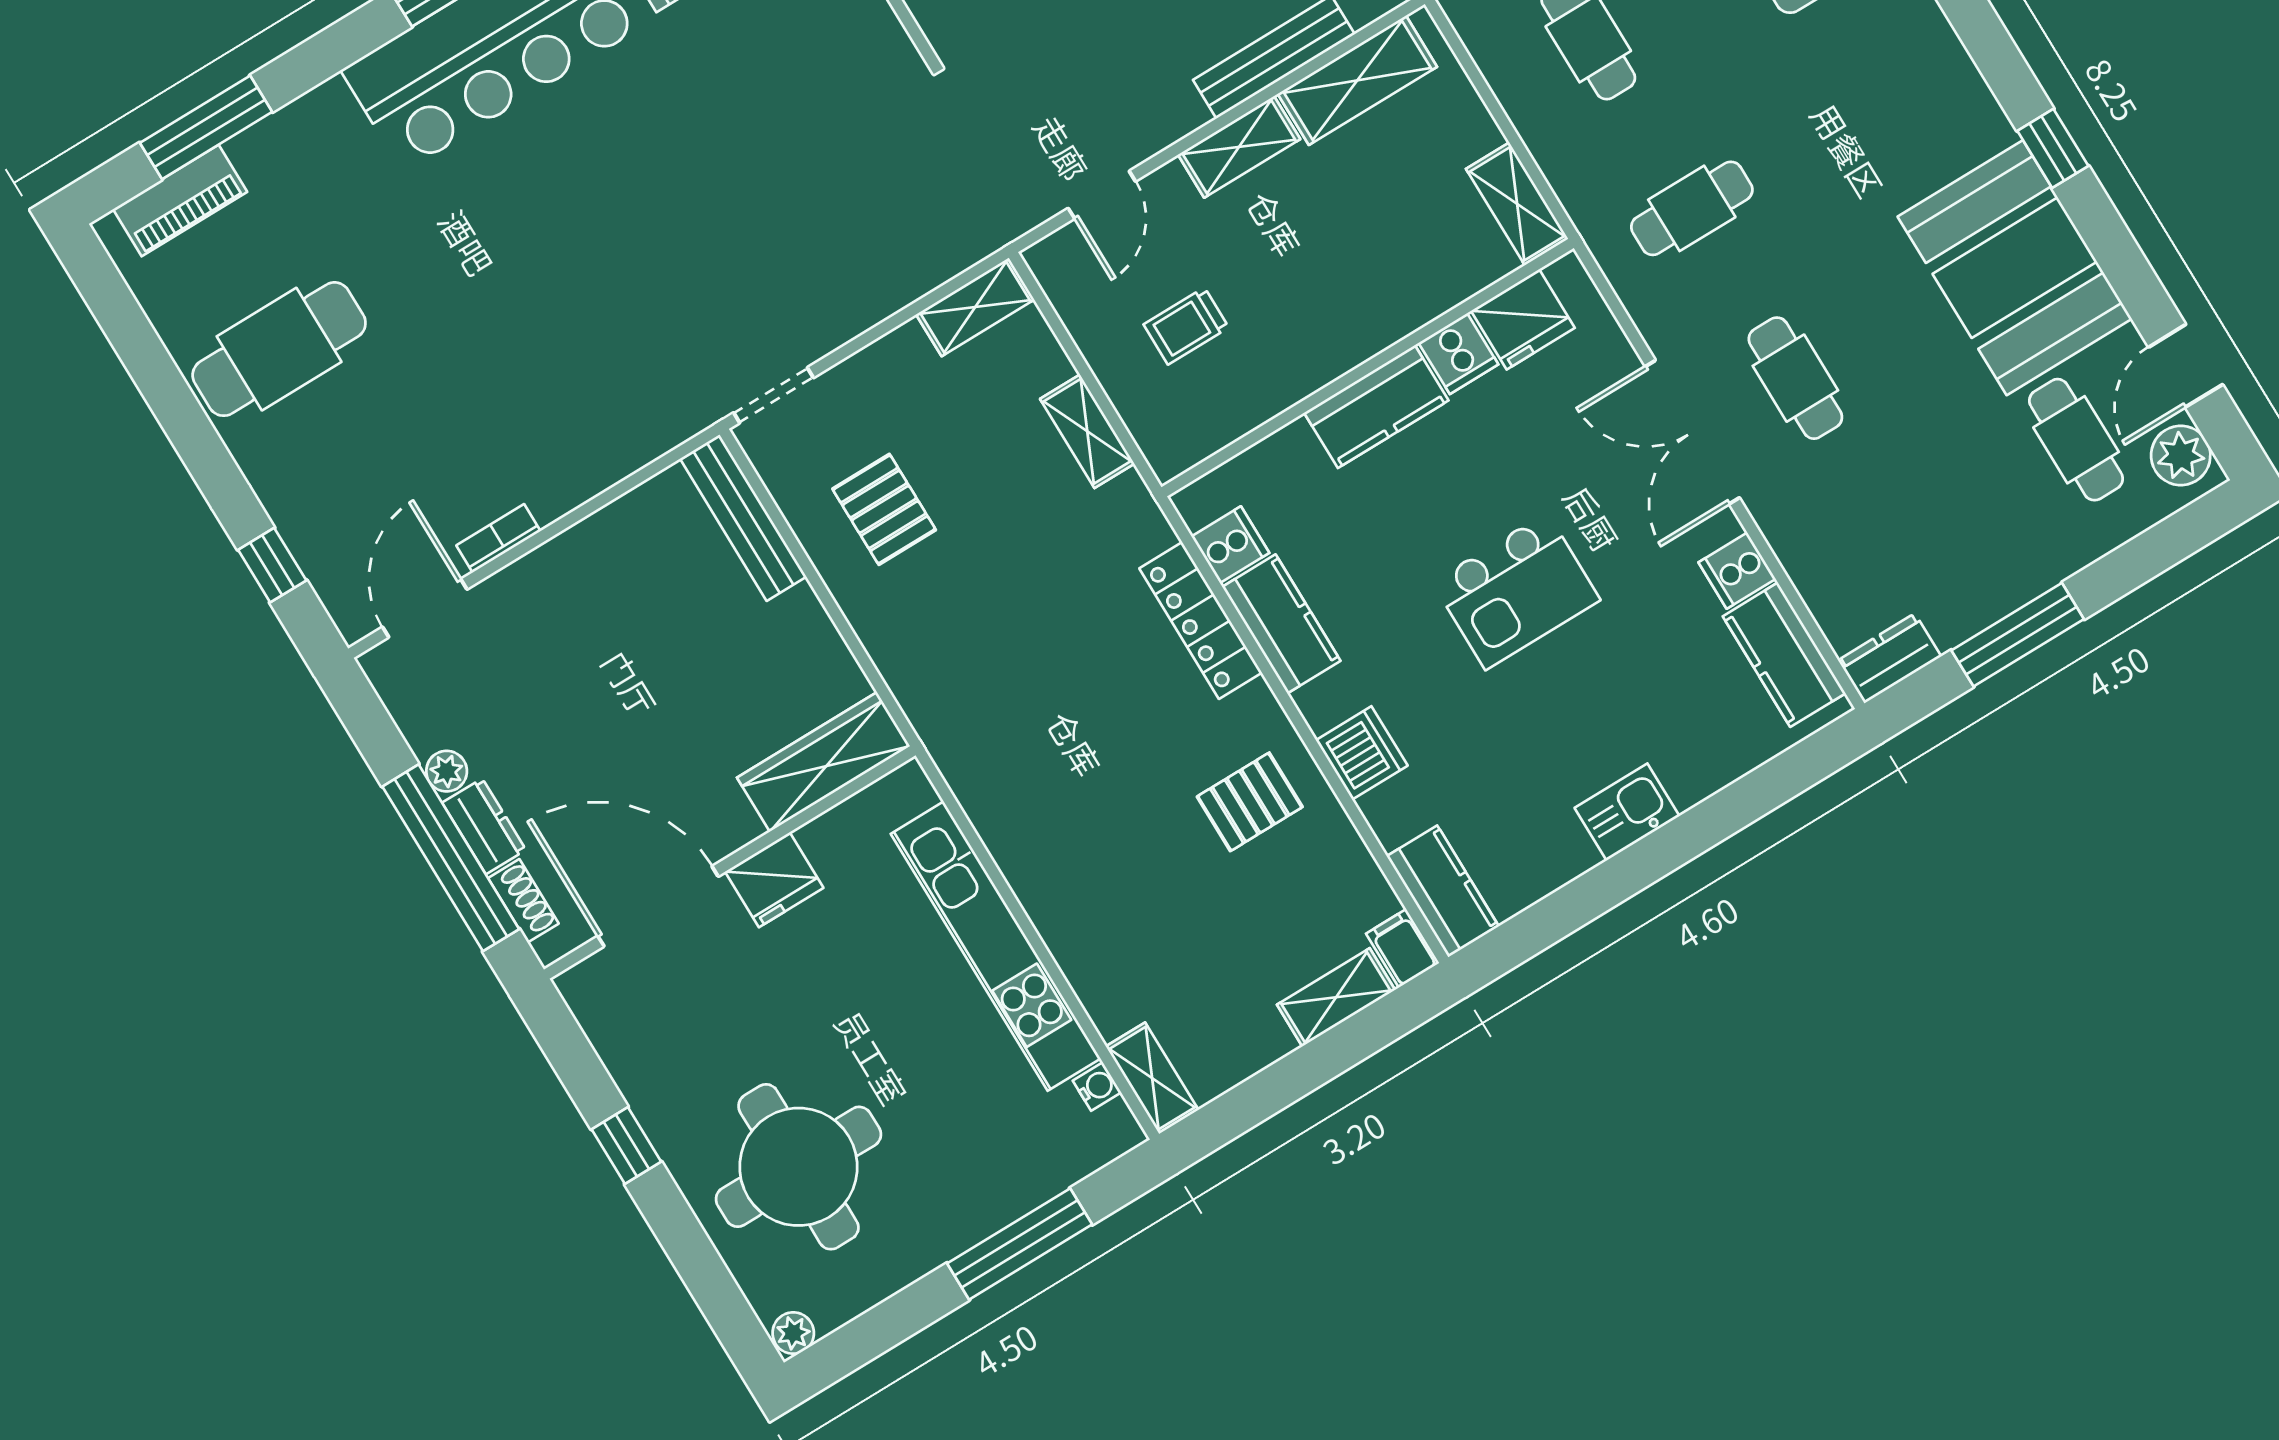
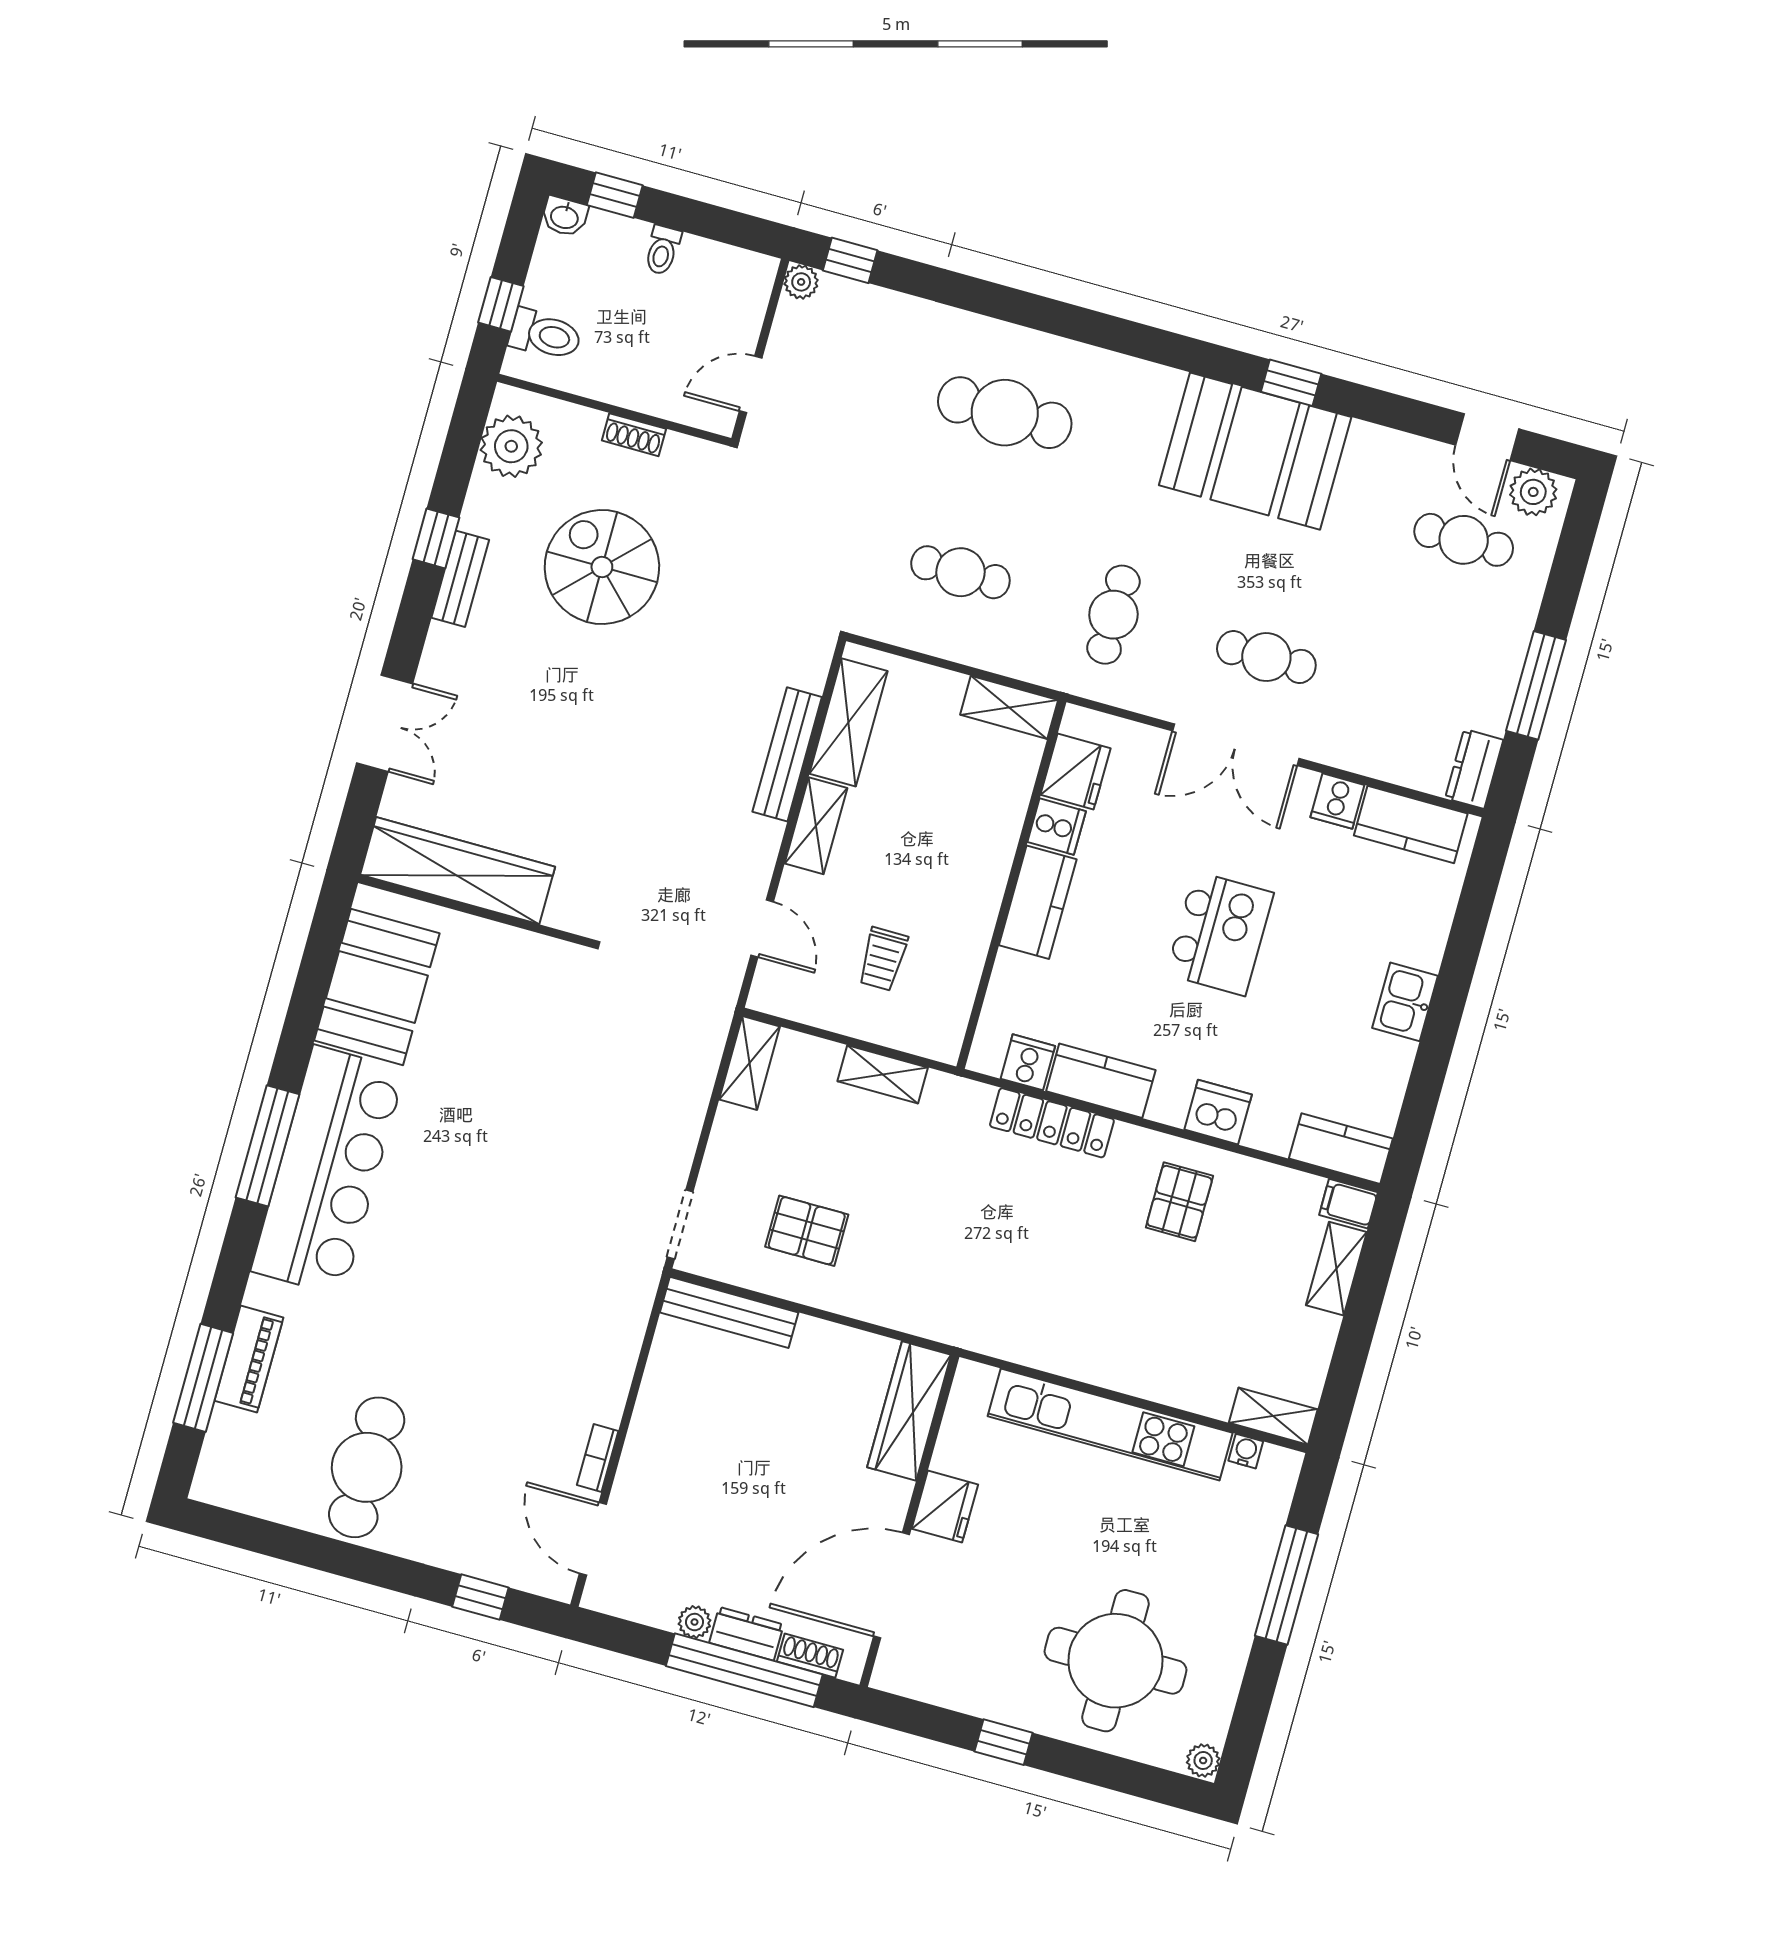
piano: (180, 201) -> (249, 1359), moved
booth: (2015, 268) -> (1255, 451), moved

